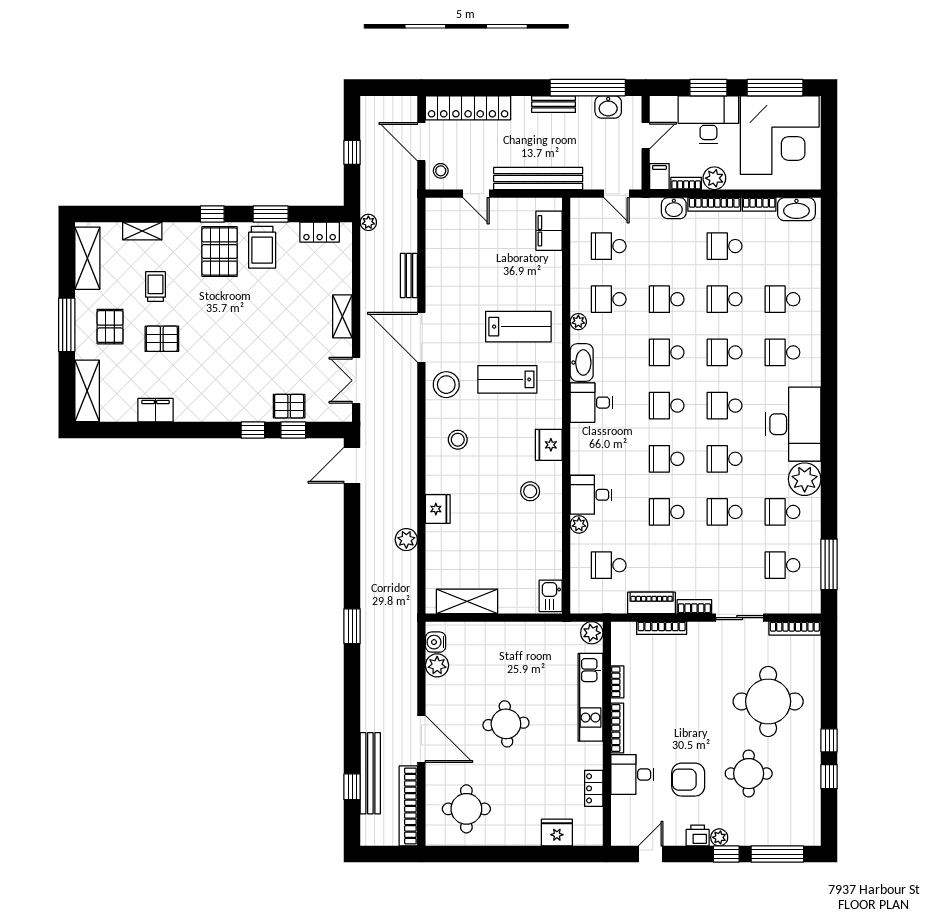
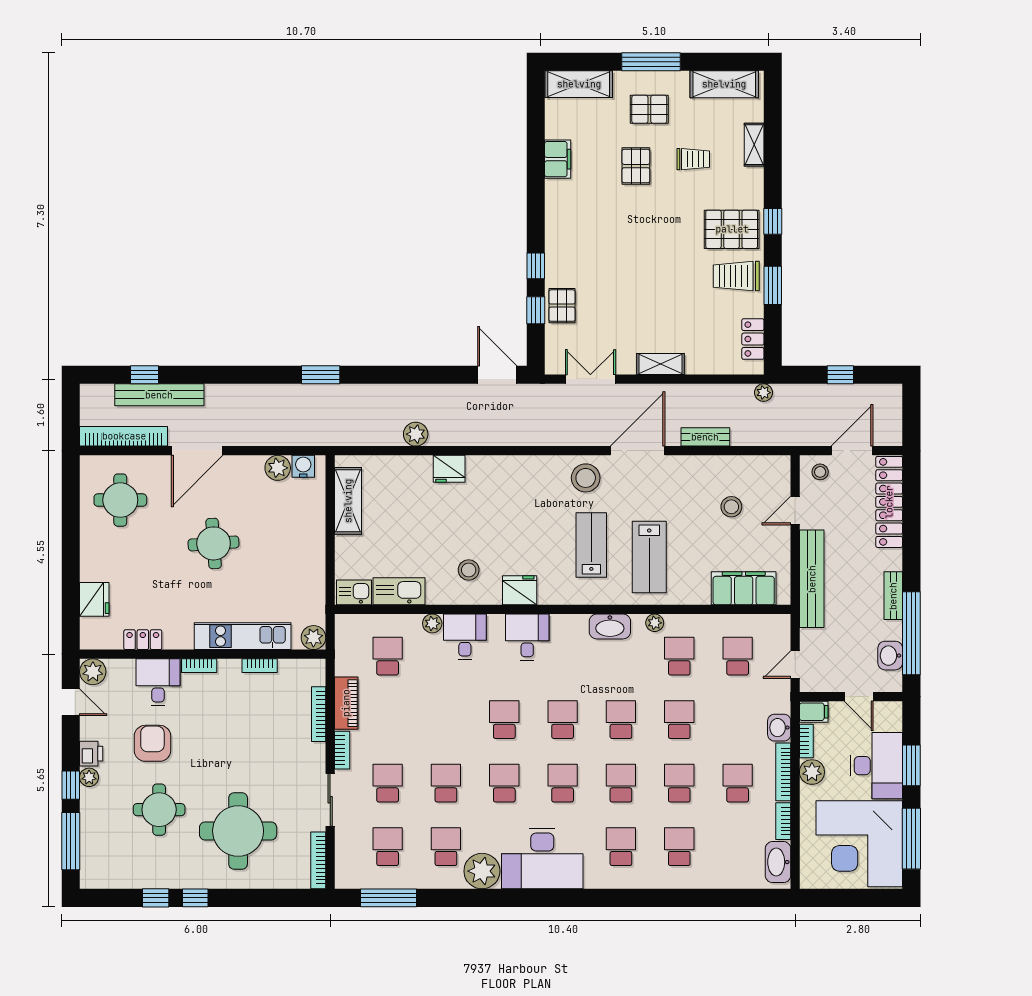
filing cabinet: (549, 231) -> (744, 588), width x1.50, depth x1.17
desk: (591, 403) -> (527, 637), moved
stool: (458, 440) -> (731, 507), moved
school desk: (667, 512) -> (388, 783), moved
kitchen sink: (550, 555) -> (399, 591), added
bookcase: (617, 728) -> (199, 666), width x0.64
plant: (623, 834) -> (93, 672), added

